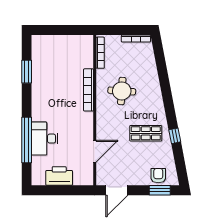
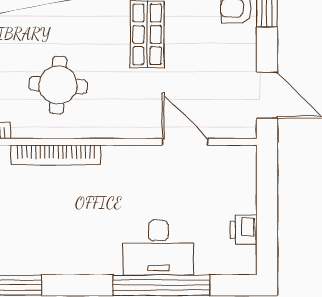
printer: (59, 176) -> (243, 230), width x0.53, depth x0.68

